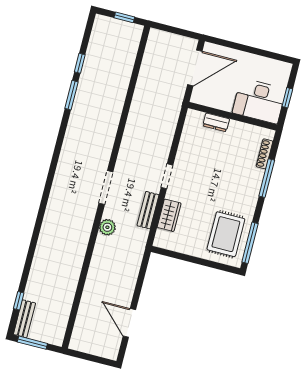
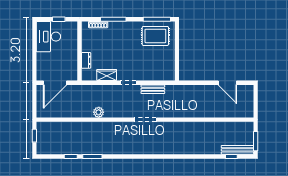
door: (195, 68) -> (55, 83), swing flipped
desk: (259, 101) -> (48, 37), moved, turned 180
wardrobe: (169, 215) -> (107, 75), moved
plant: (107, 227) -> (99, 112), moved
bench: (24, 319) -> (237, 150), width x1.36
door: (129, 323) -> (227, 83), hinge flipped

